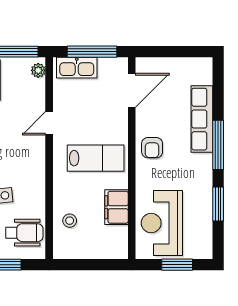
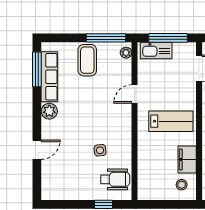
stool: (70, 221) -> (182, 185), moved

